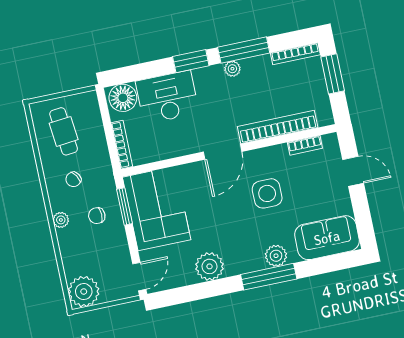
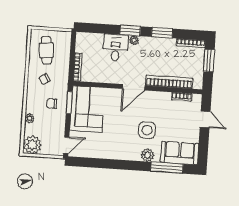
window: (244, 50) -> (162, 33), width x0.69
plant: (232, 69) -> (134, 40), moved
desk: (167, 97) -> (116, 48), width x0.73
floor lamp: (123, 98) -> (86, 41), removed
side table: (267, 193) -> (147, 130), moved
plant: (61, 220) -> (29, 118), moved
plant: (209, 266) -> (108, 151), removed
window: (269, 277) -> (167, 168), moved

